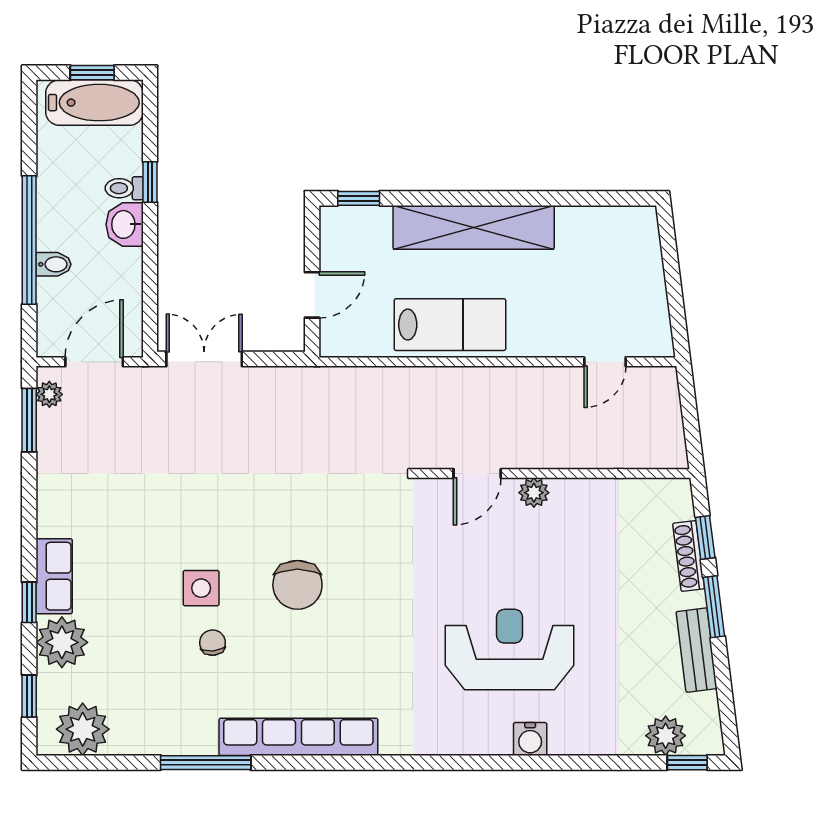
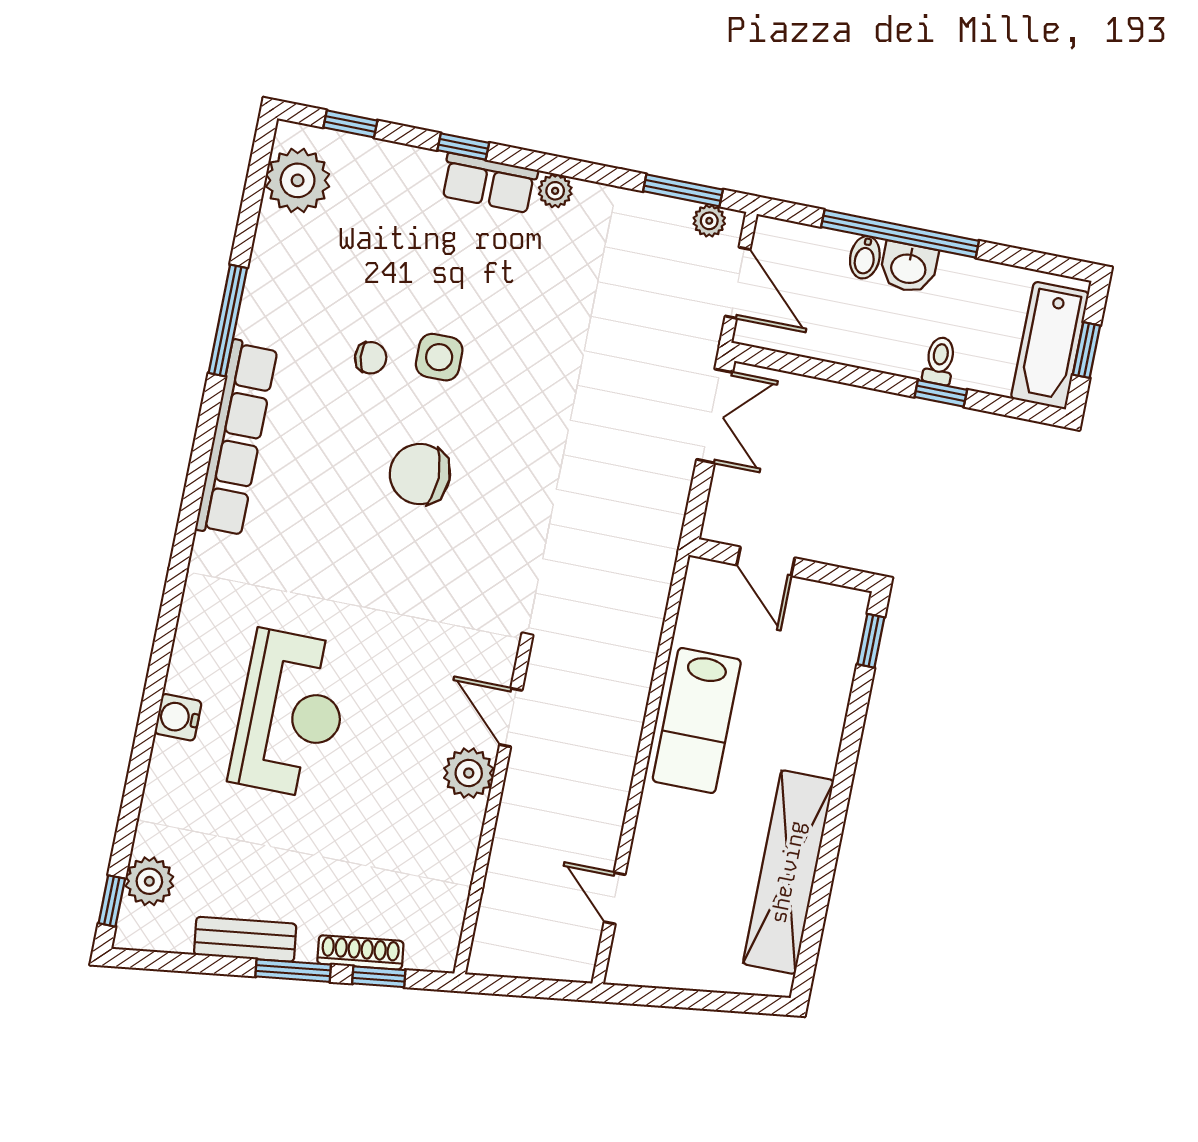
washbasin: (125, 224) -> (909, 267), moved, turned 180
shelving: (474, 227) -> (788, 872), moved
plant: (534, 493) -> (469, 773), width x1.38, depth x1.38
plant: (62, 642) -> (555, 191), moved, width x0.53, depth x0.53

